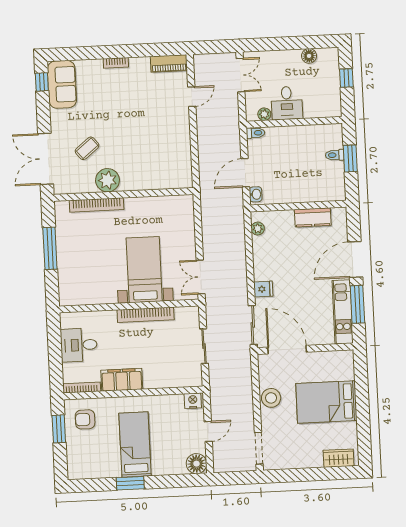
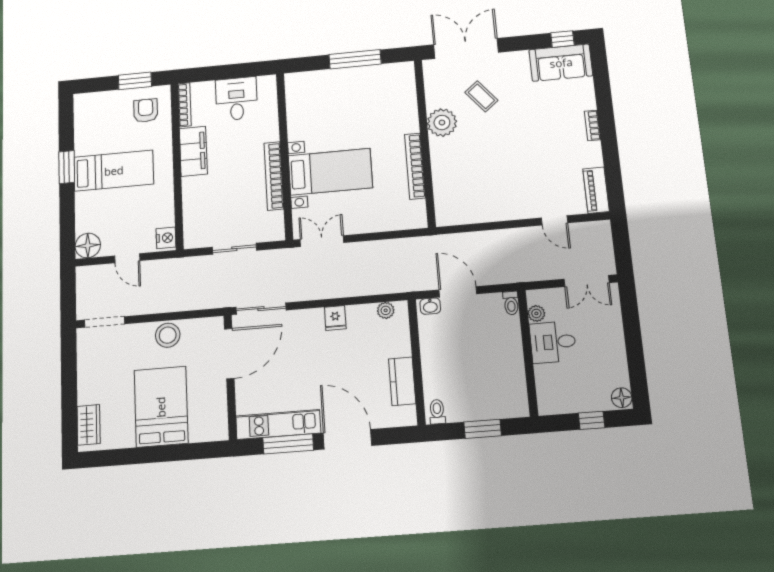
floor lamp: (309, 56) -> (622, 398), moved
toilet: (335, 155) -> (437, 412), moved
bookcase: (97, 205) -> (415, 166), moved
fridge: (263, 289) -> (335, 318), moved

